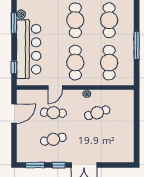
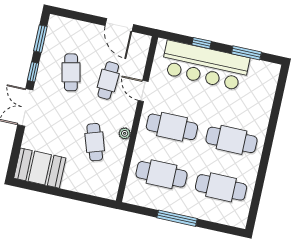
plant: (21, 14) -> (256, 66), removed
window: (14, 67) -> (202, 43), moved
booth: (123, 146) -> (40, 168), added

